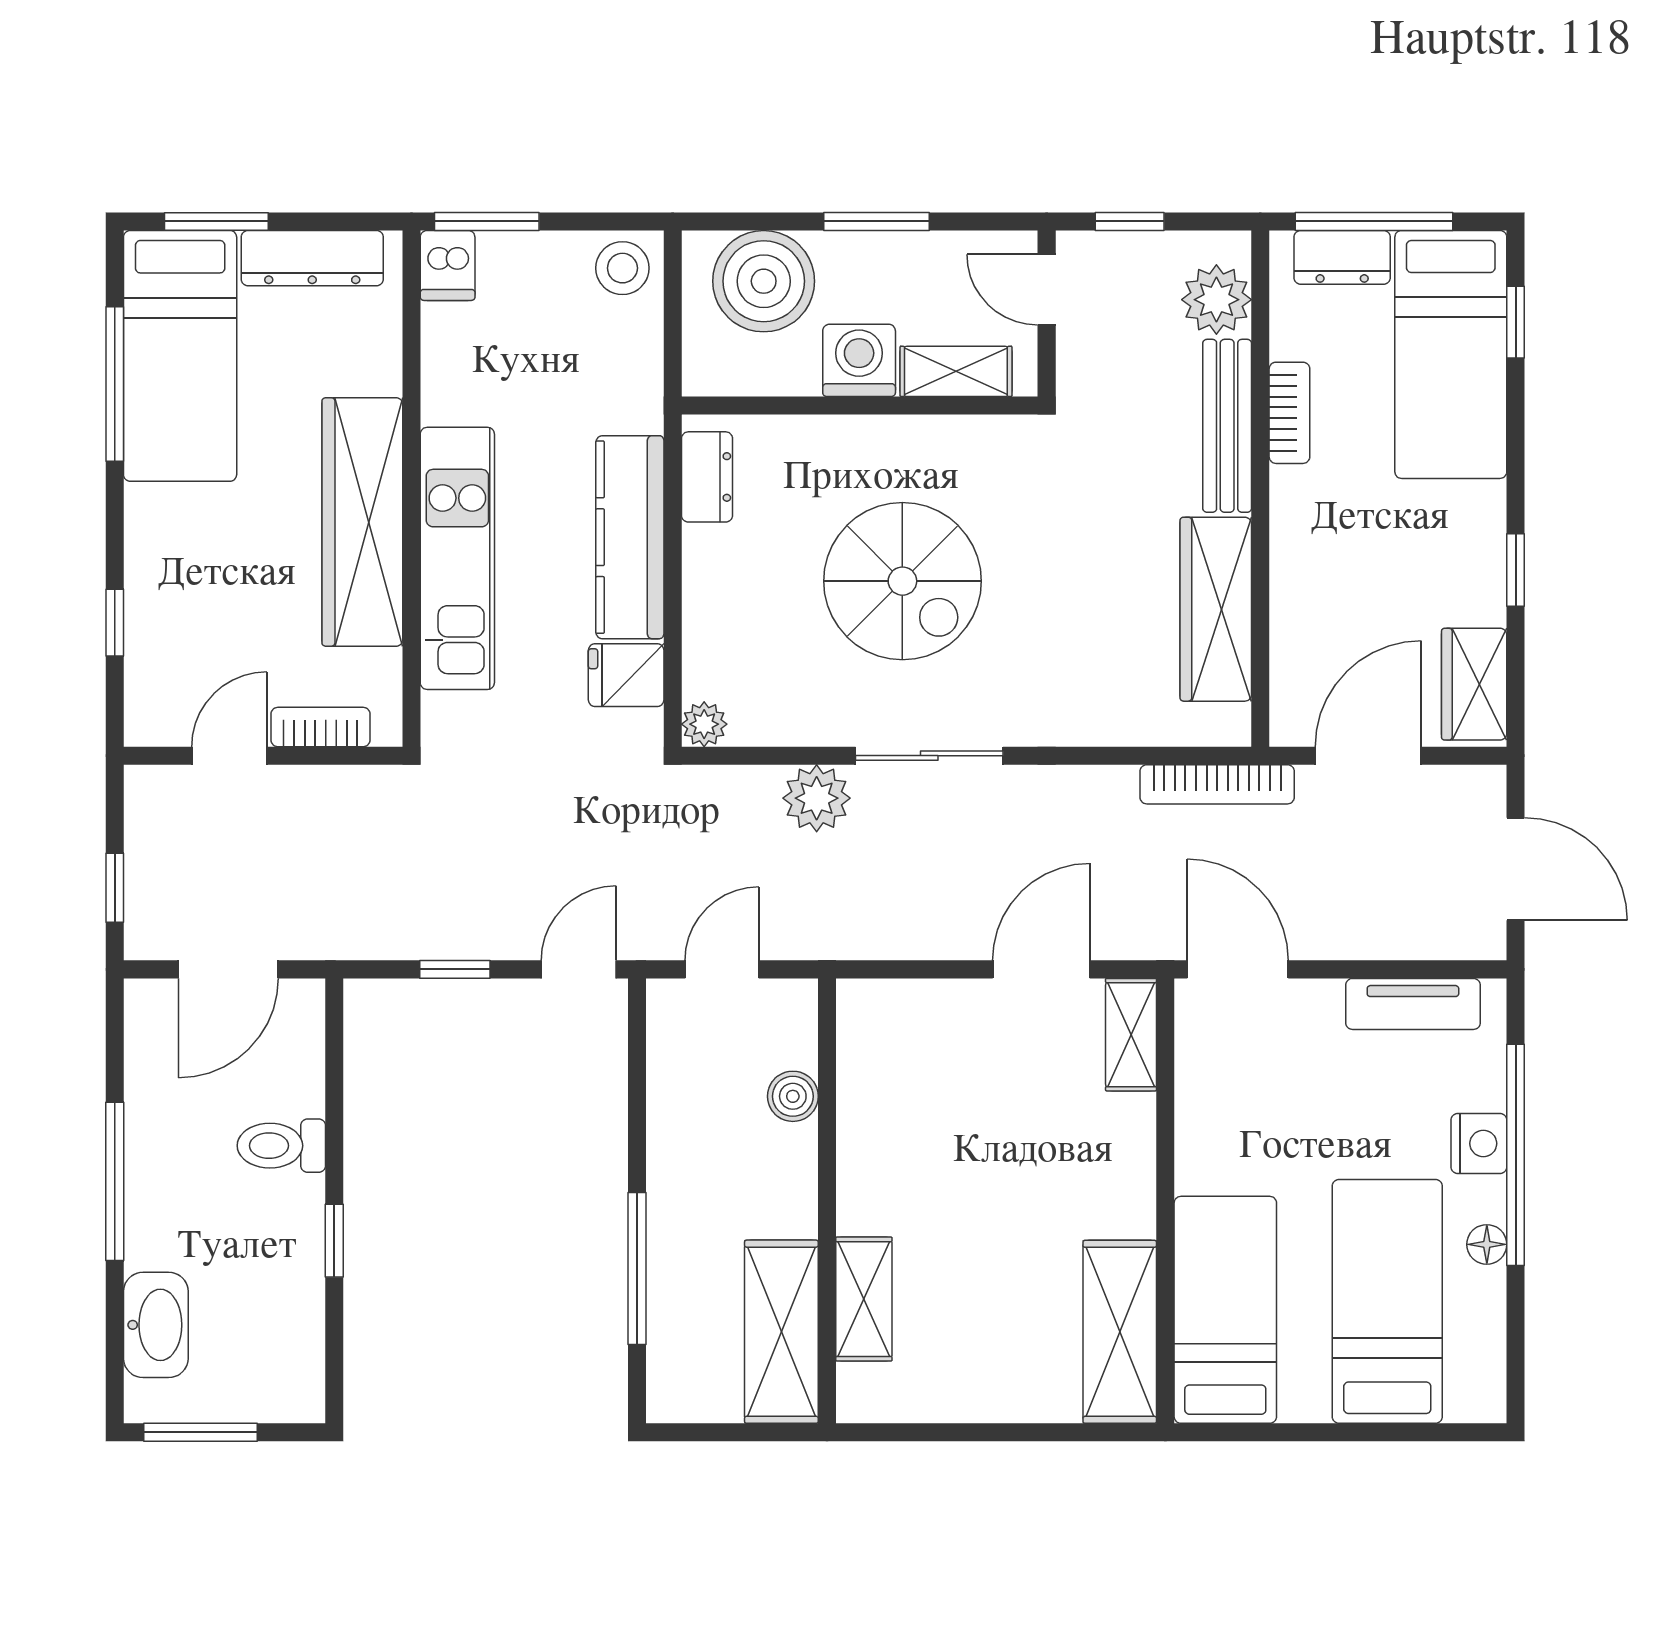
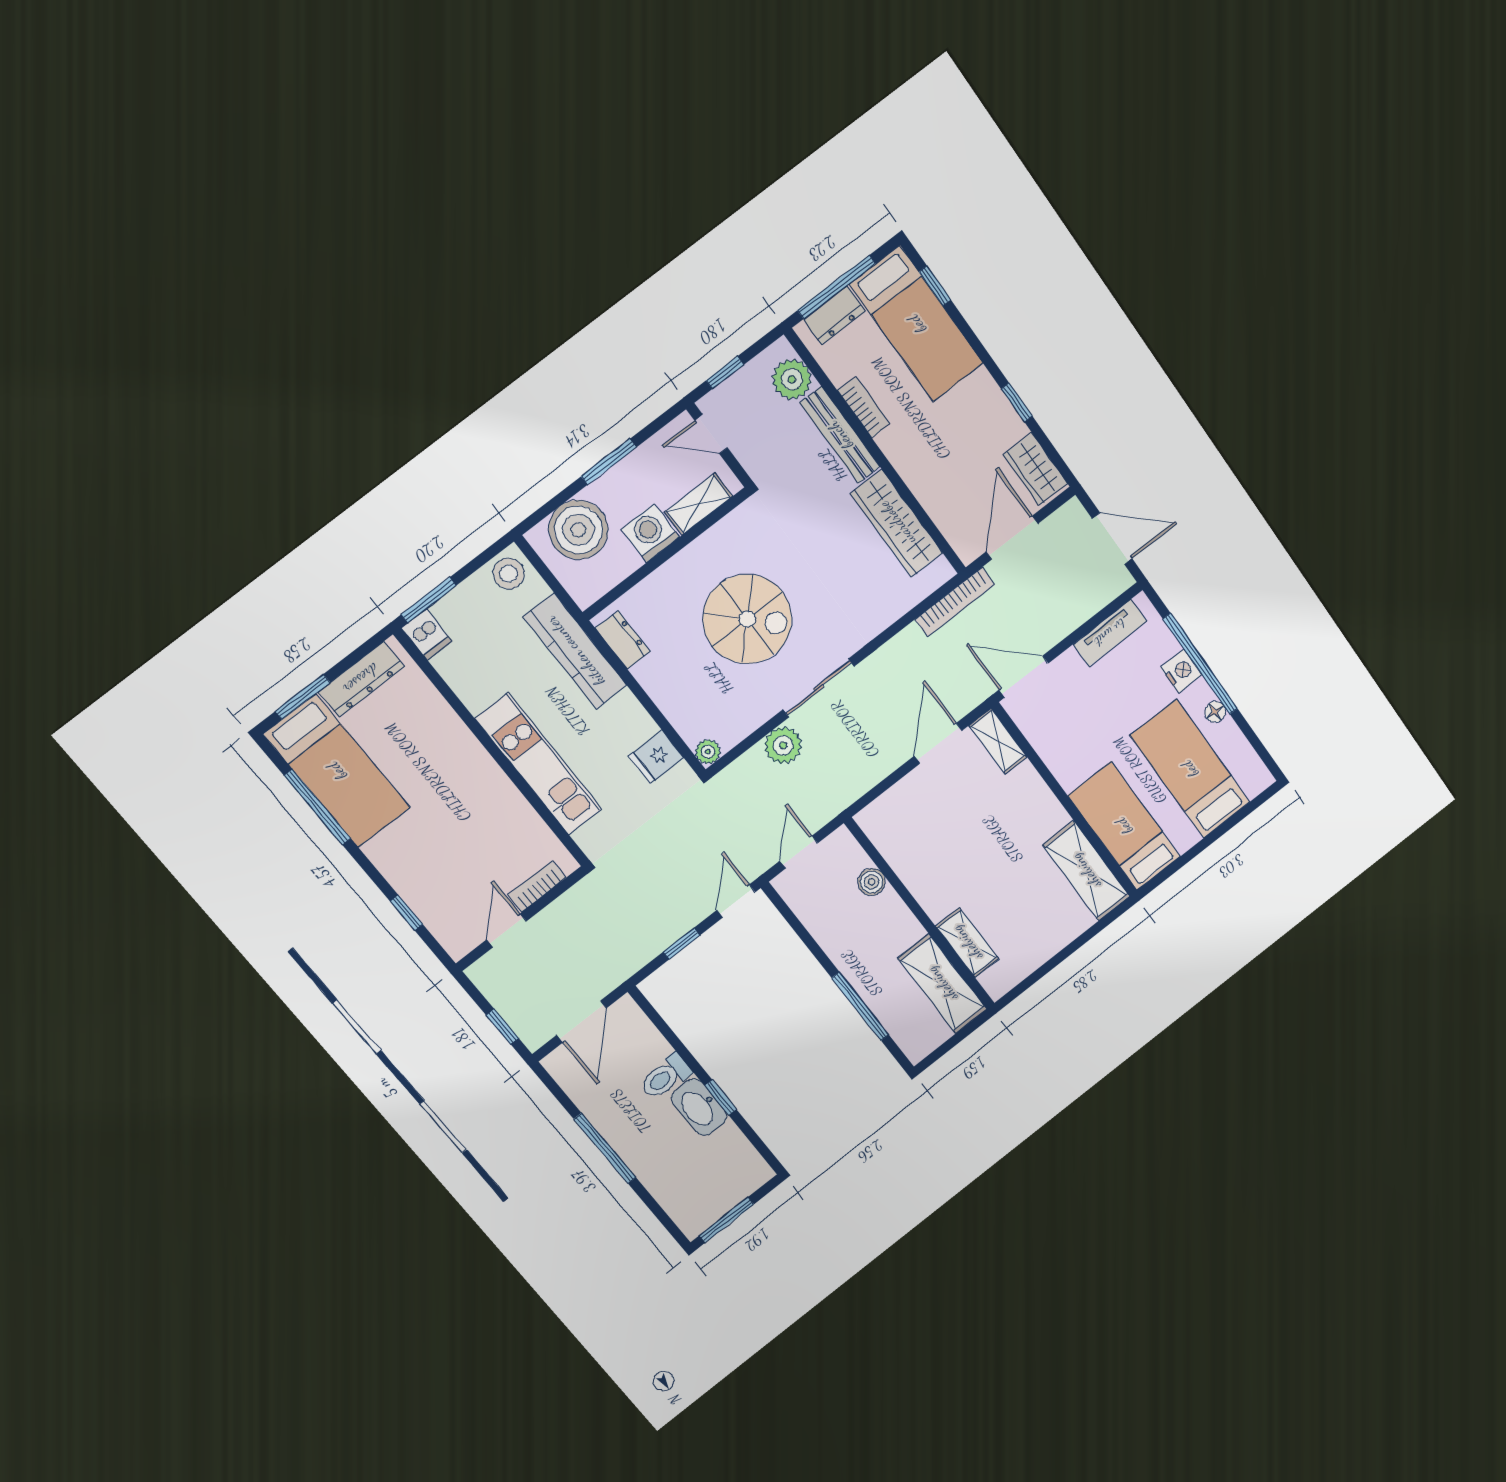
wardrobe: (362, 522) -> (482, 781), removed
kitchen counter: (630, 537) -> (575, 651), moved
washbasin: (156, 1325) -> (699, 1107), moved, turned 180

